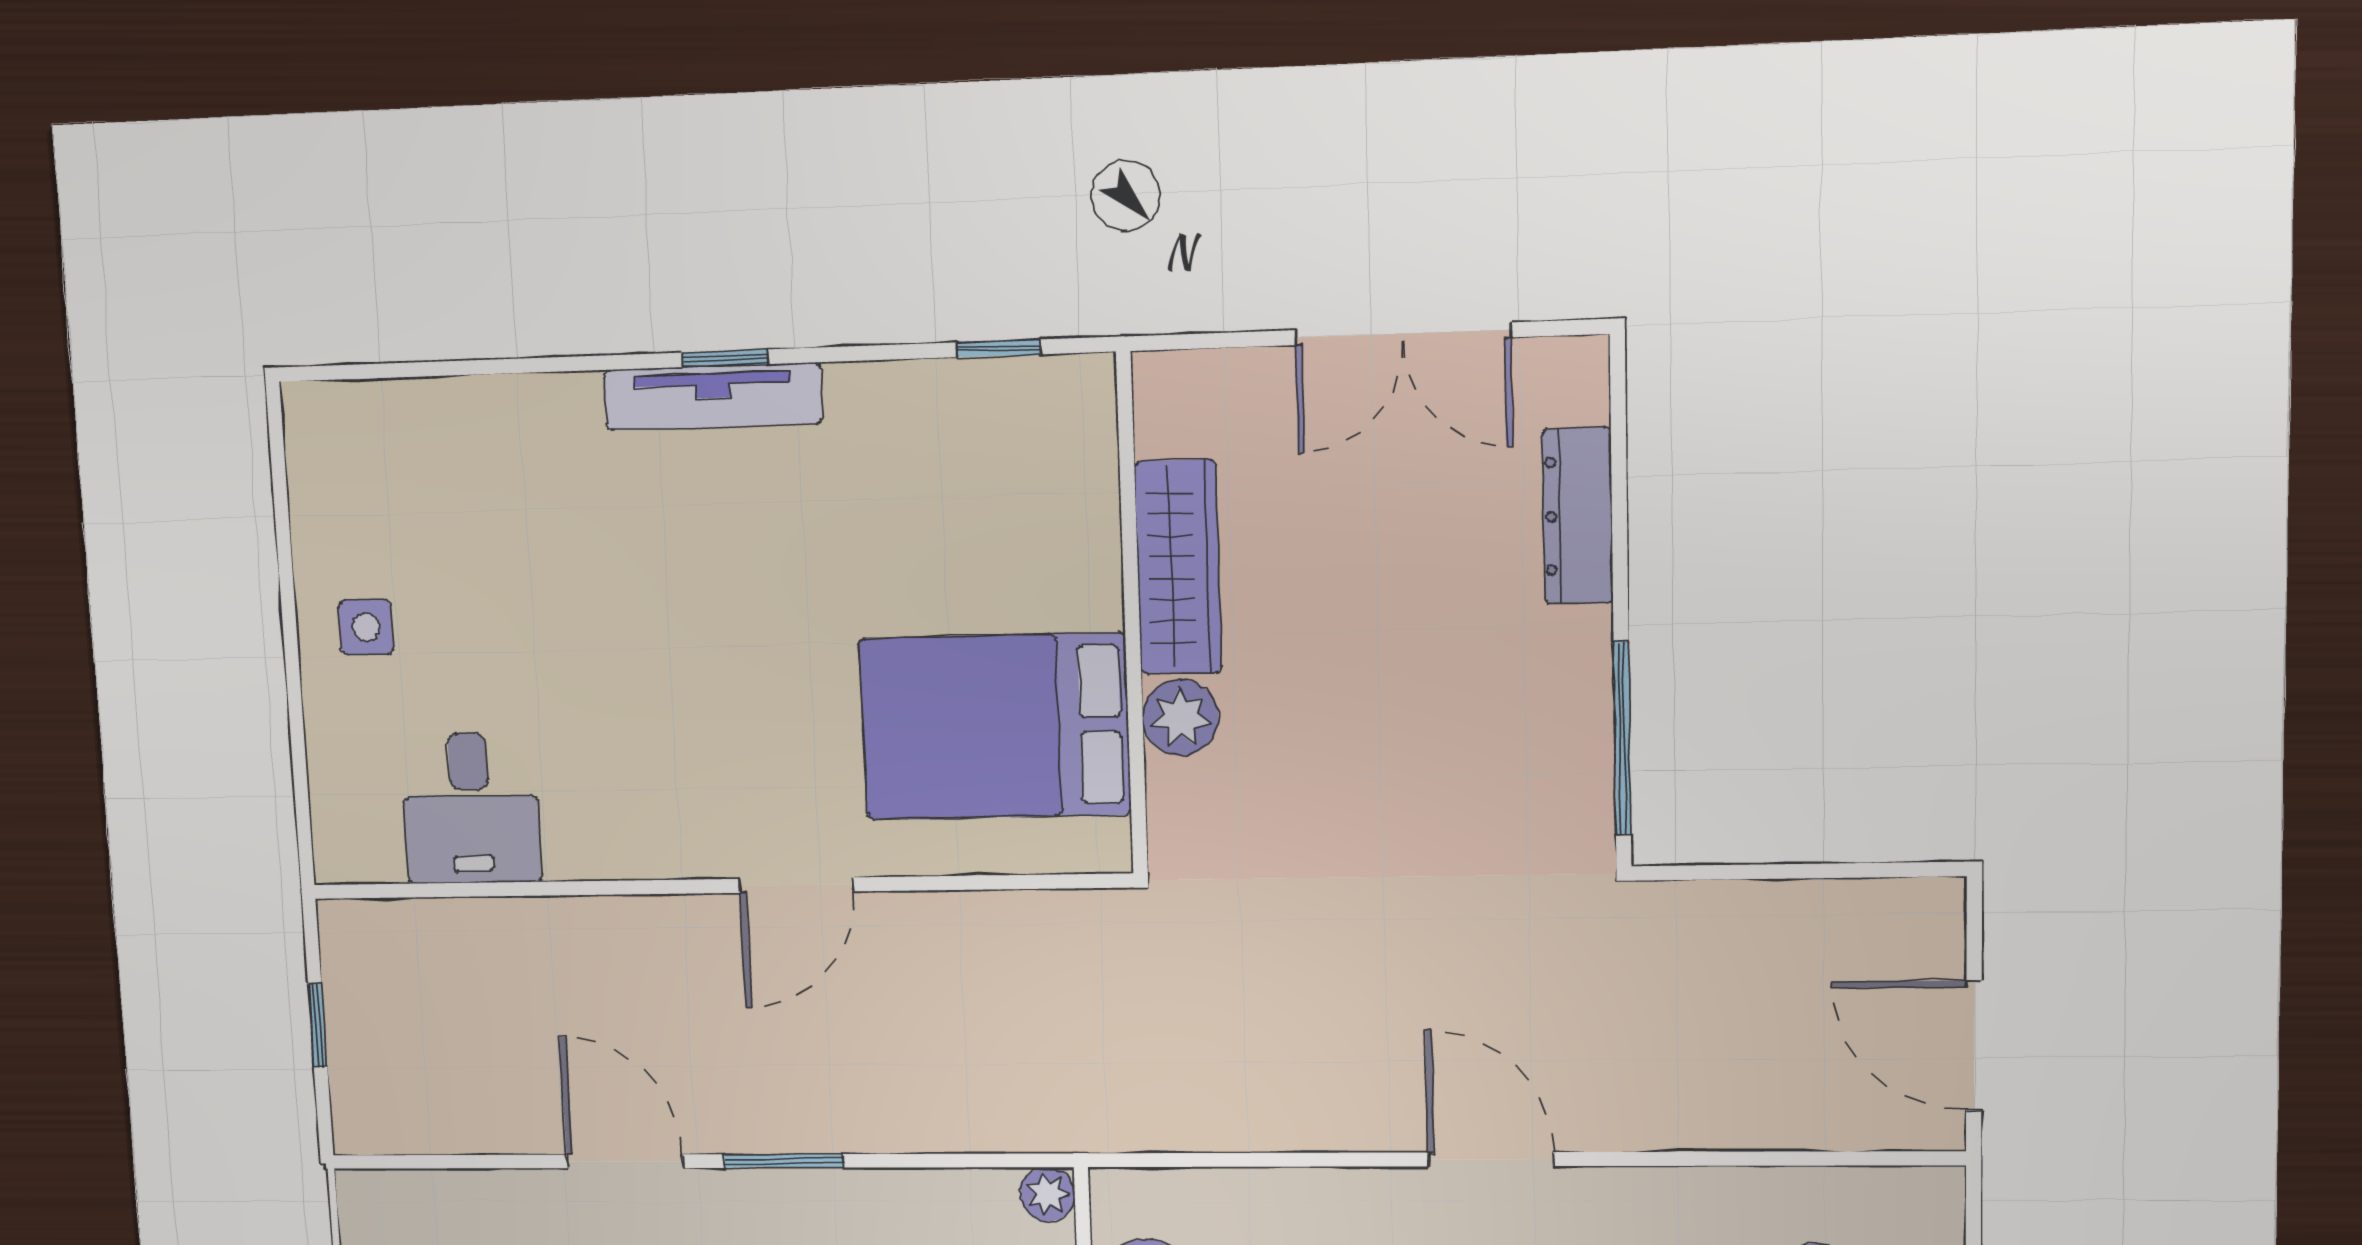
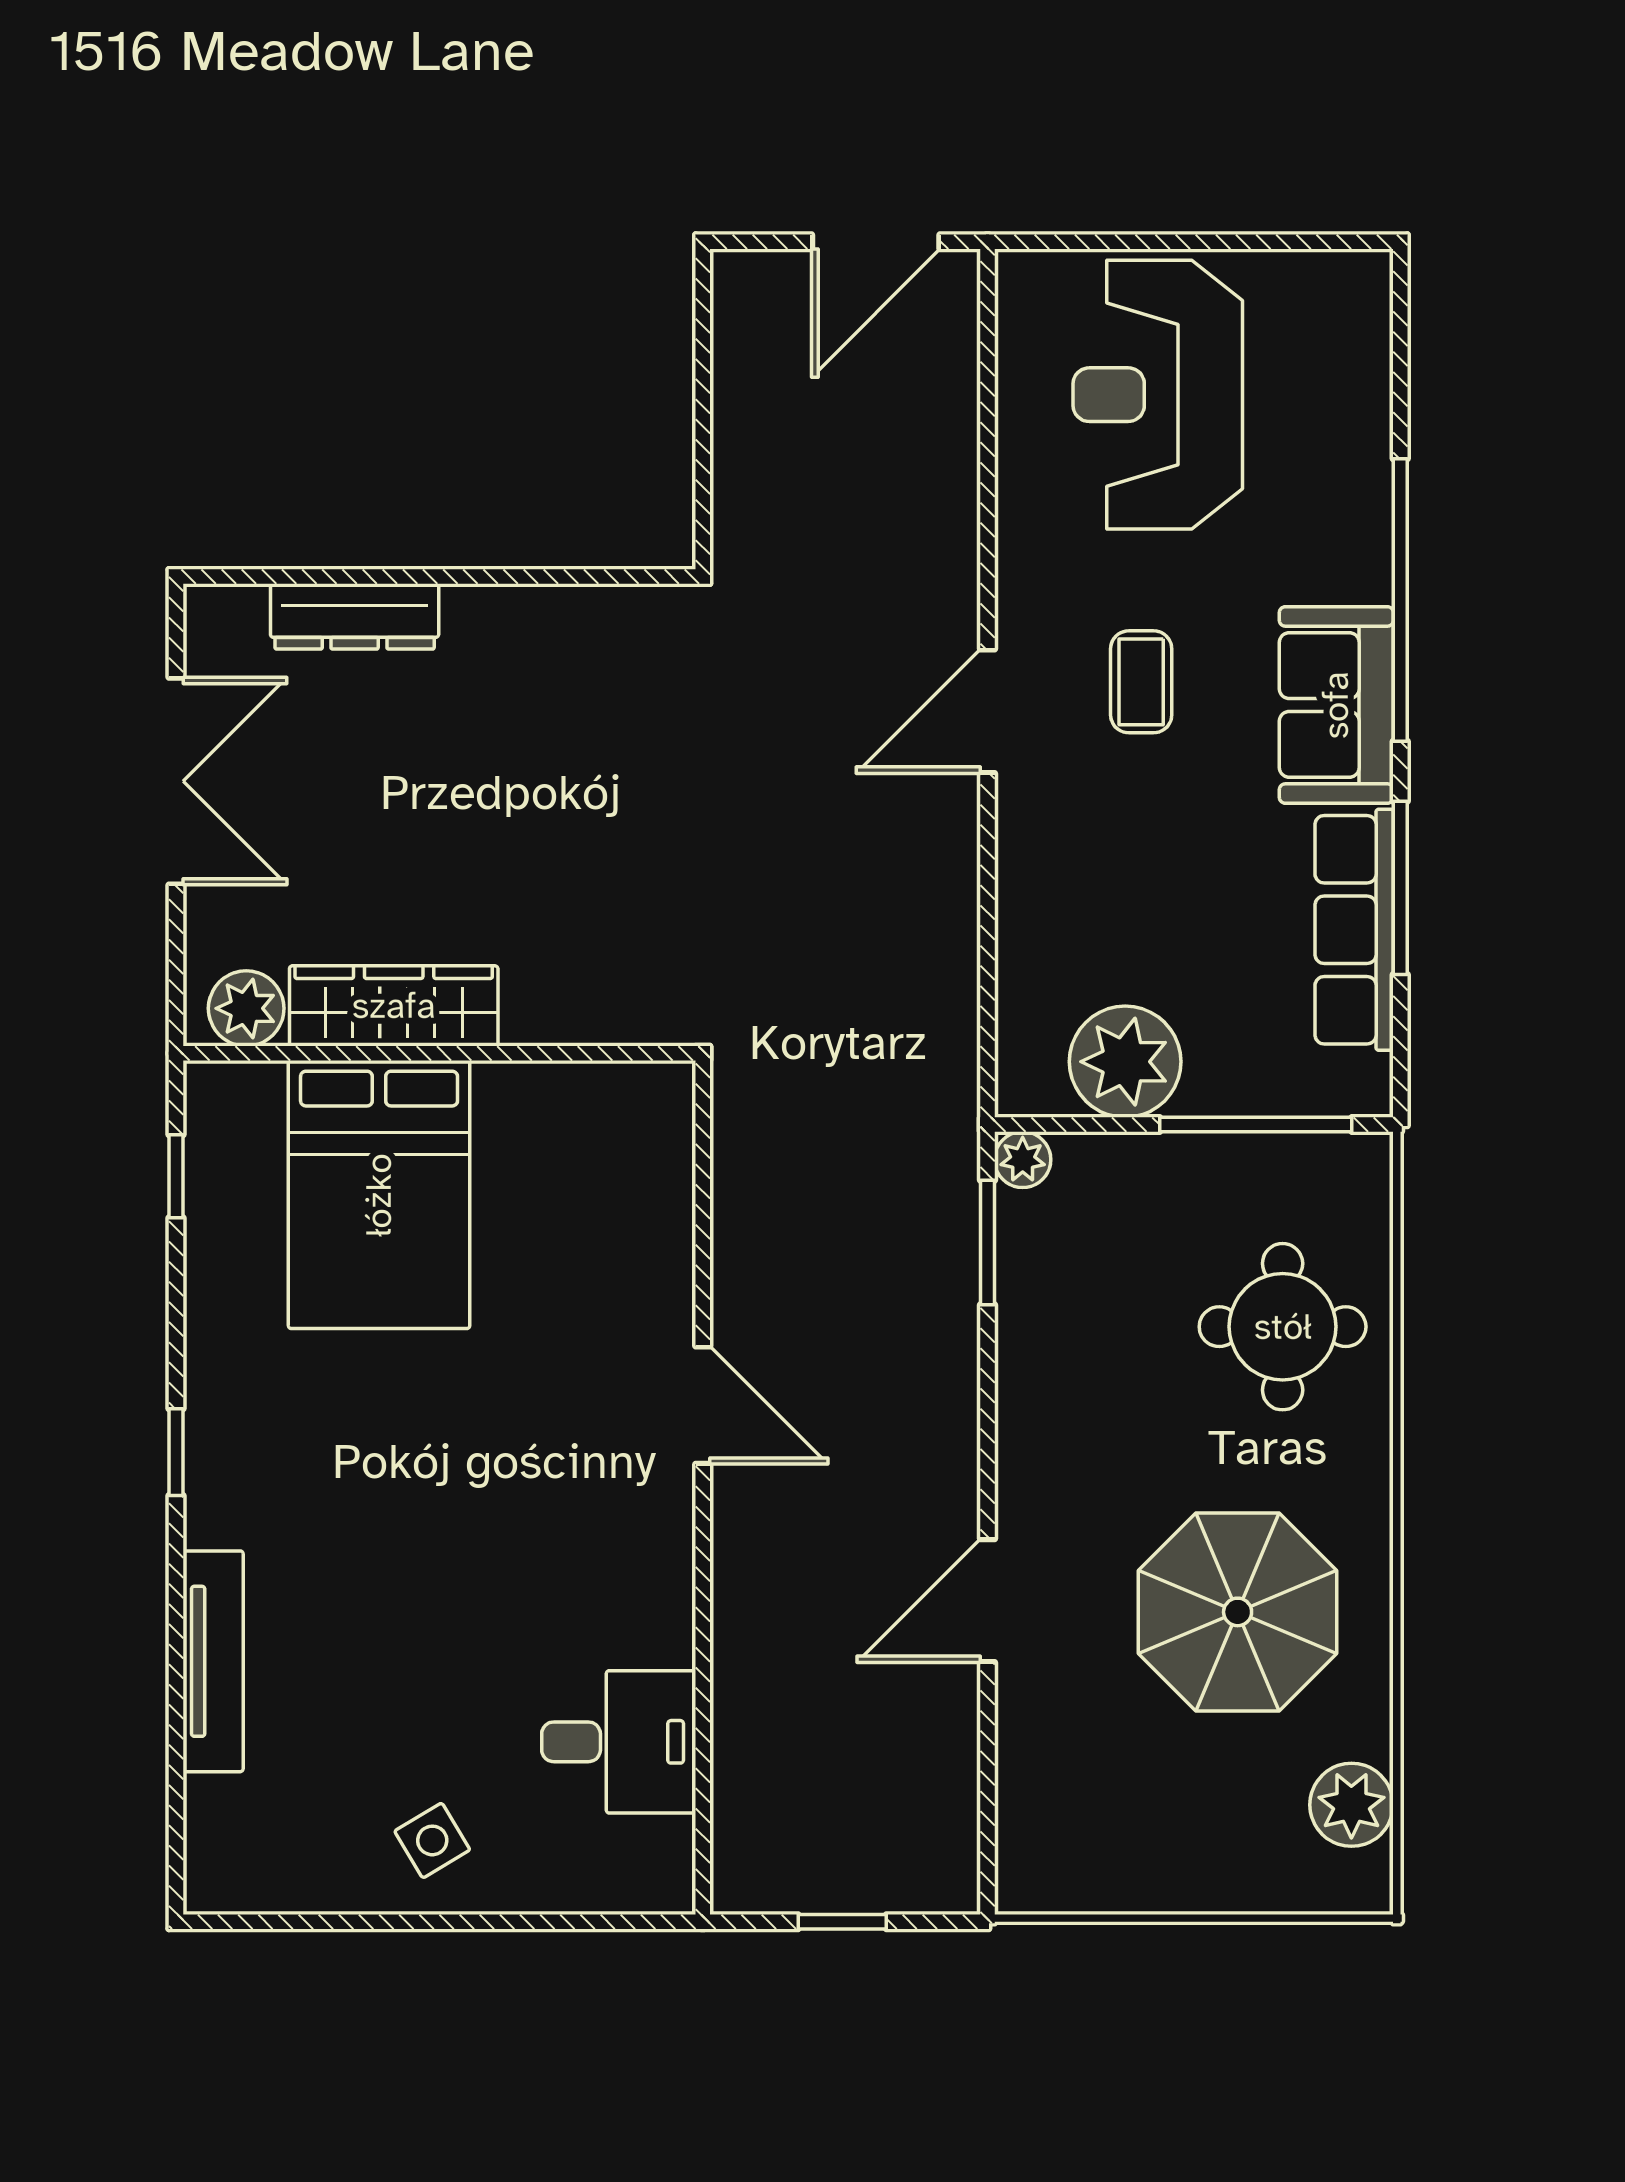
tv unit: (713, 397) -> (213, 1661), moved
side table: (366, 627) -> (432, 1840), turned -31
plant: (1180, 718) -> (246, 1008), moved
bed: (995, 727) -> (379, 1195), moved
window: (1622, 738) -> (570, 576), removed
window: (783, 1161) -> (987, 1242), moved

